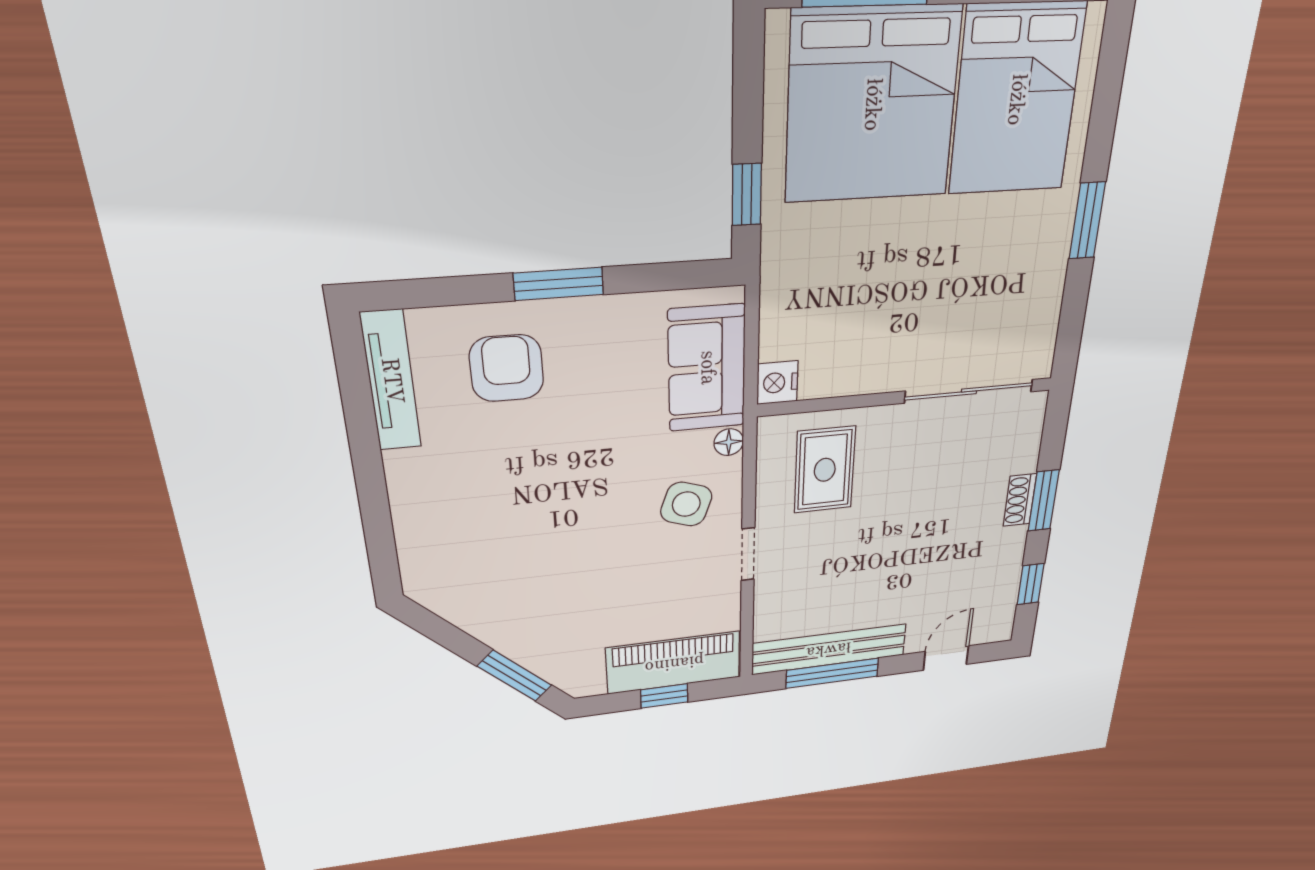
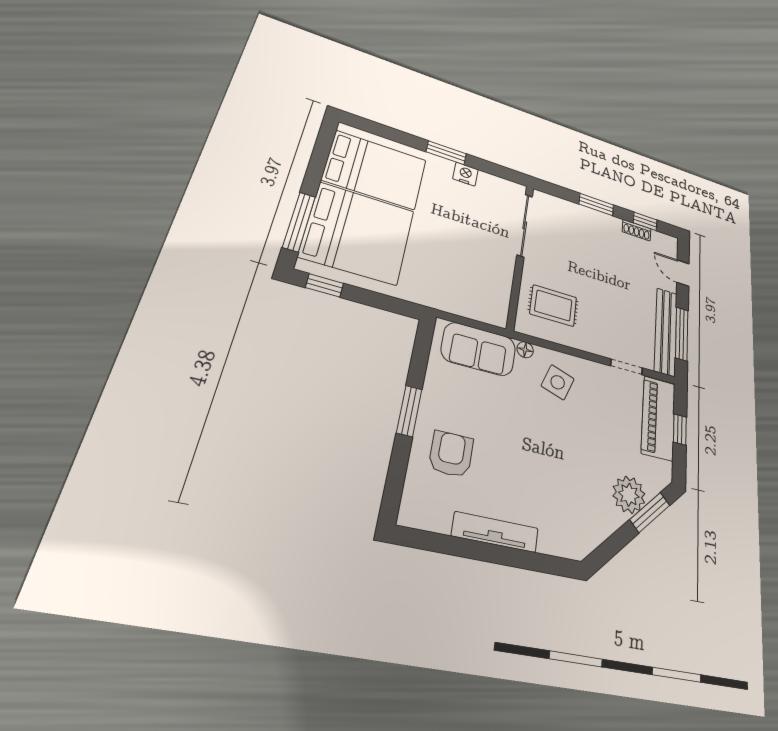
window: (747, 195) -> (325, 285), moved
armchair: (507, 368) -> (451, 454), turned 90
tv unit: (391, 381) -> (495, 532), moved
nightstand: (777, 383) -> (465, 174), moved, turned 180
shoe rack: (1020, 500) -> (637, 230), moved
doorway: (748, 554) -> (627, 367), moved
plant: (532, 642) -> (629, 495), added

